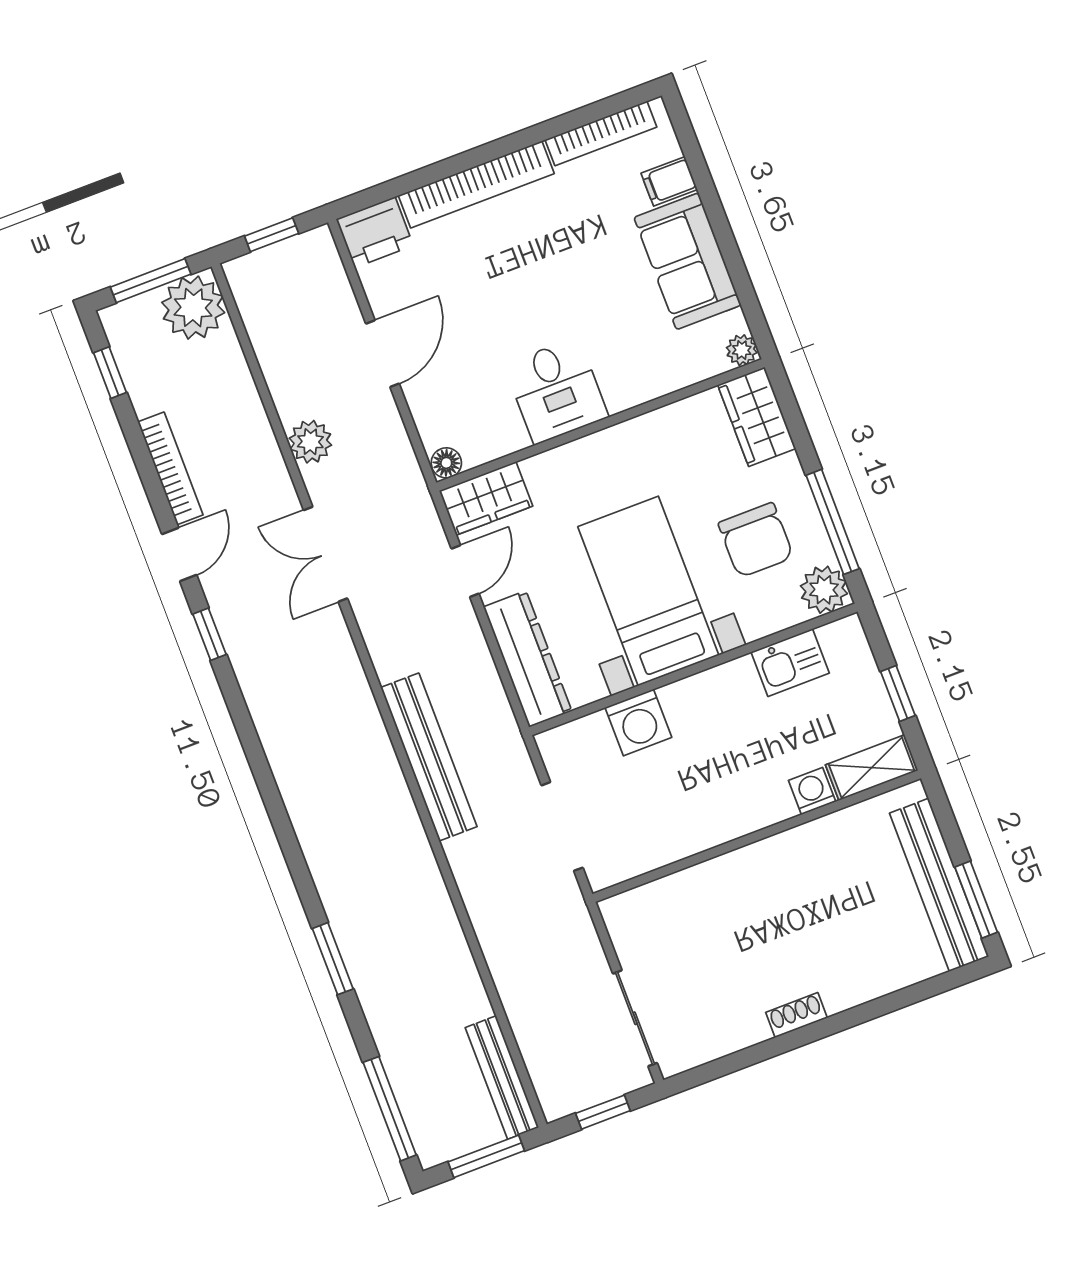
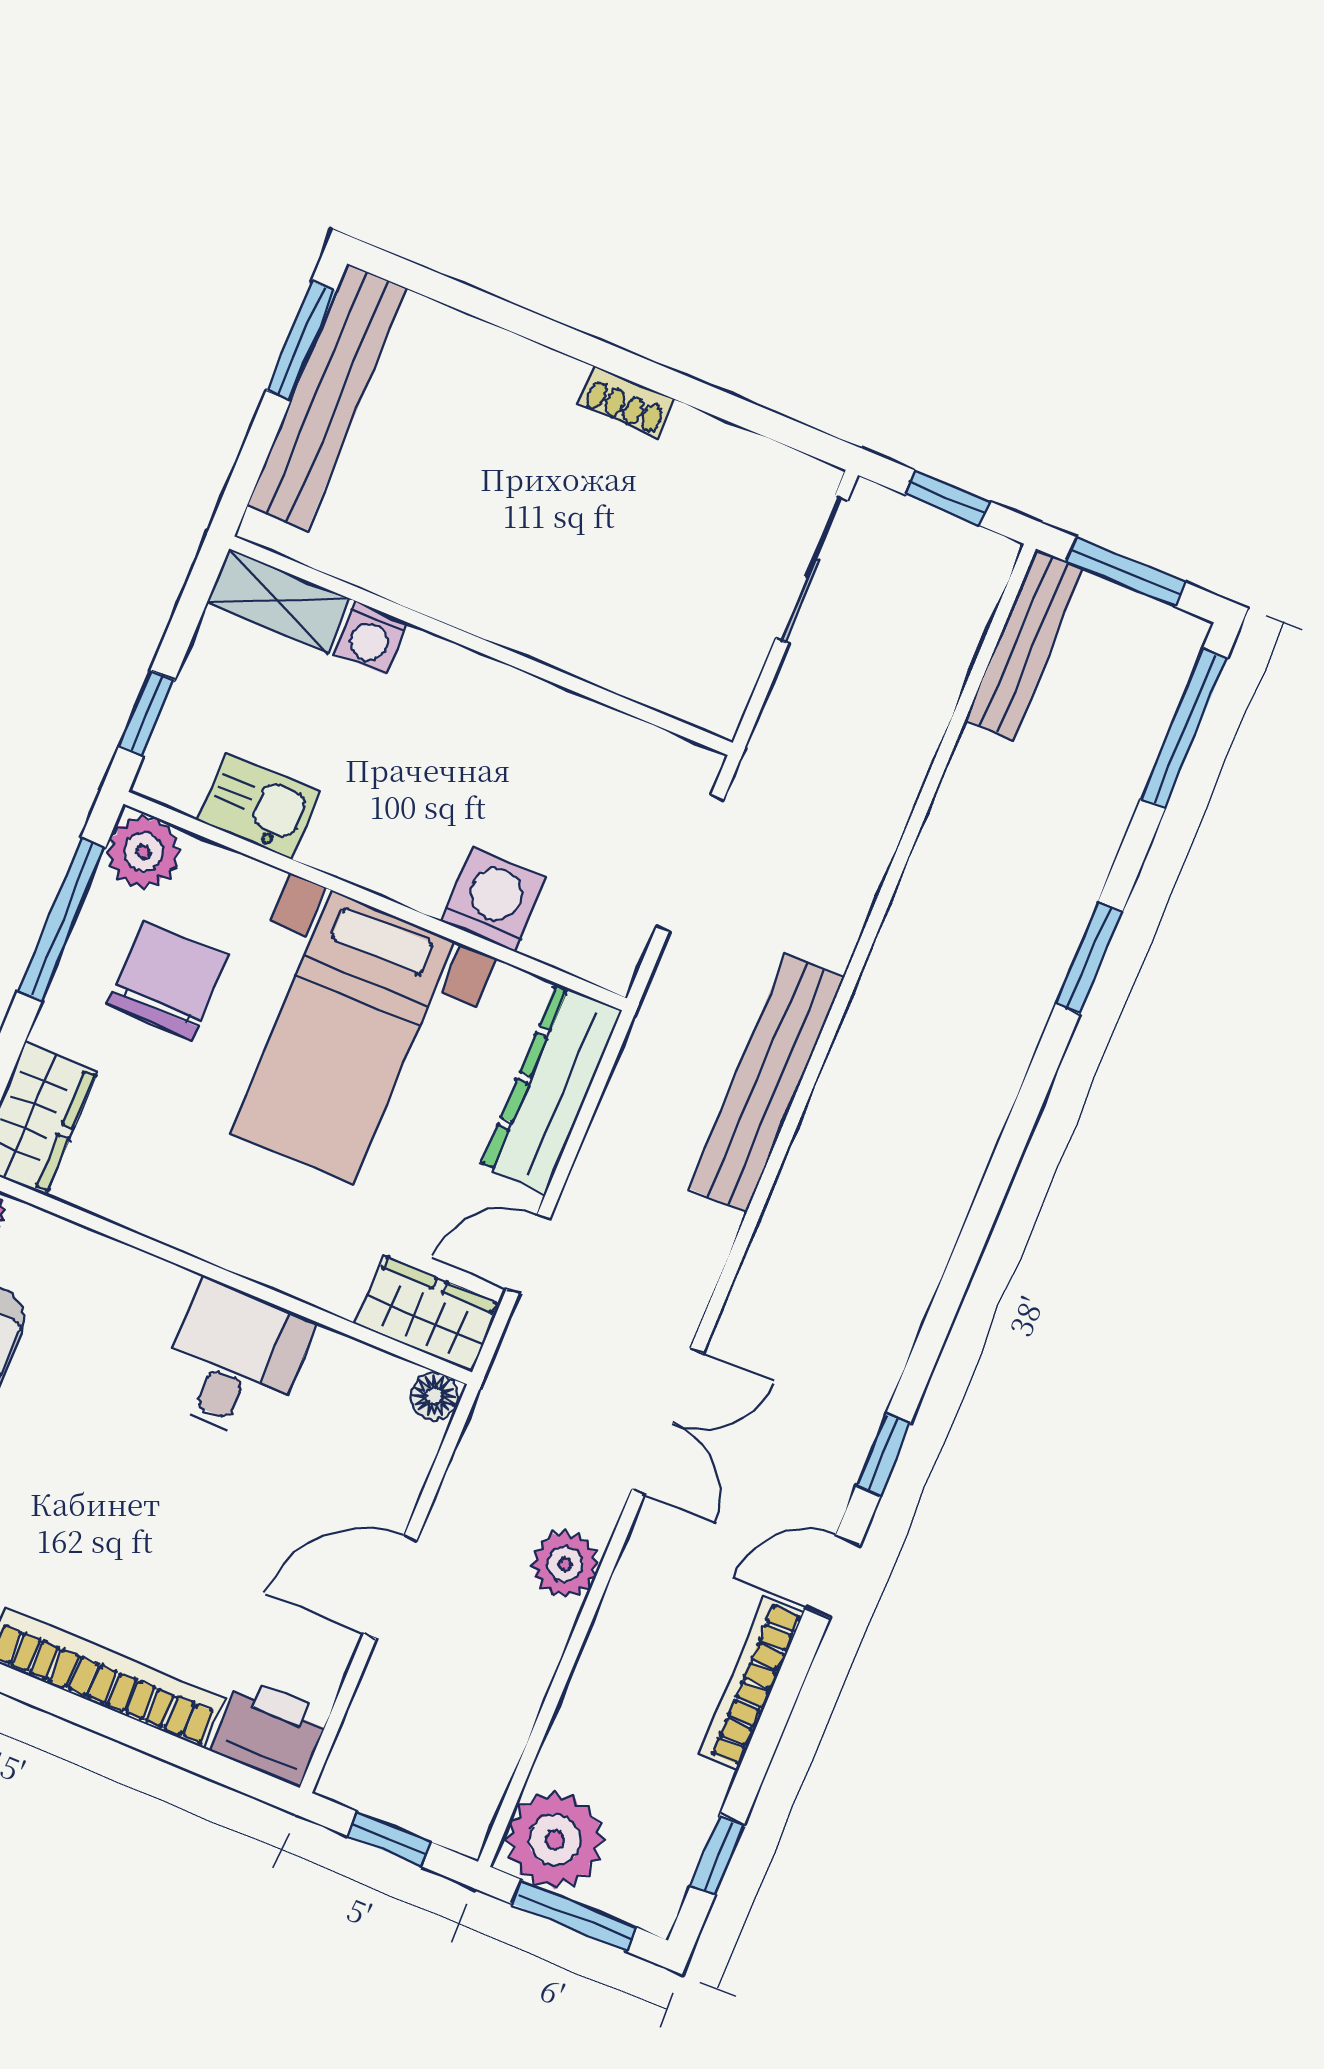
window: (898, 694) -> (147, 713), moved

